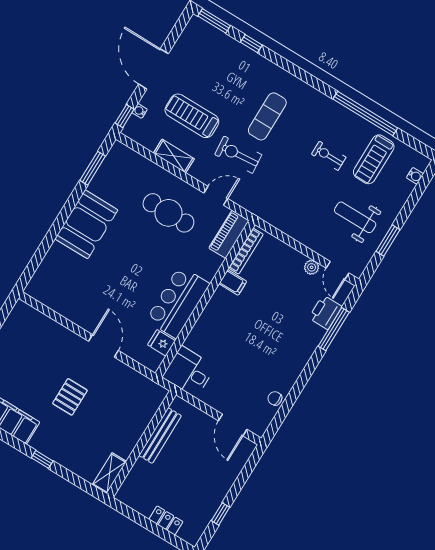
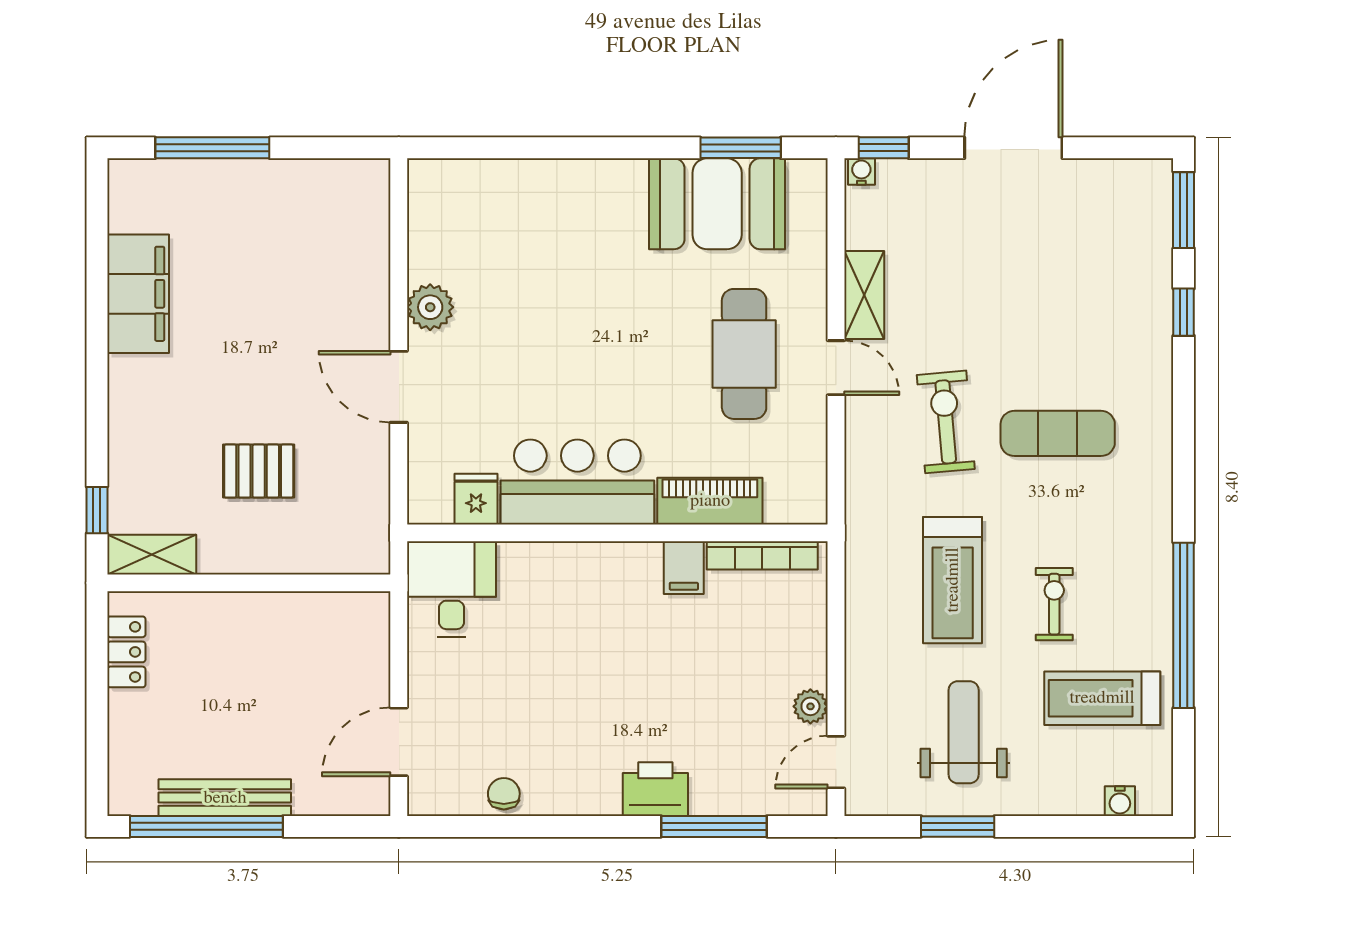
water cooler: (140, 111) -> (861, 172), moved
treadmill: (192, 116) -> (953, 580), moved, turned 180
door: (216, 196) -> (836, 368), moved
booth: (86, 224) -> (717, 204), moved
piano: (229, 234) -> (710, 501), moved
printer: (325, 312) -> (655, 789), moved
plant: (81, 317) -> (430, 307), added
door: (103, 346) -> (399, 387), swing flipped
pallet: (70, 397) -> (259, 471), moved
bench: (160, 436) -> (225, 798), moved
window: (42, 459) -> (97, 510), moved
window: (221, 514) -> (206, 826), width x3.17
locker: (166, 520) -> (126, 652), moved

